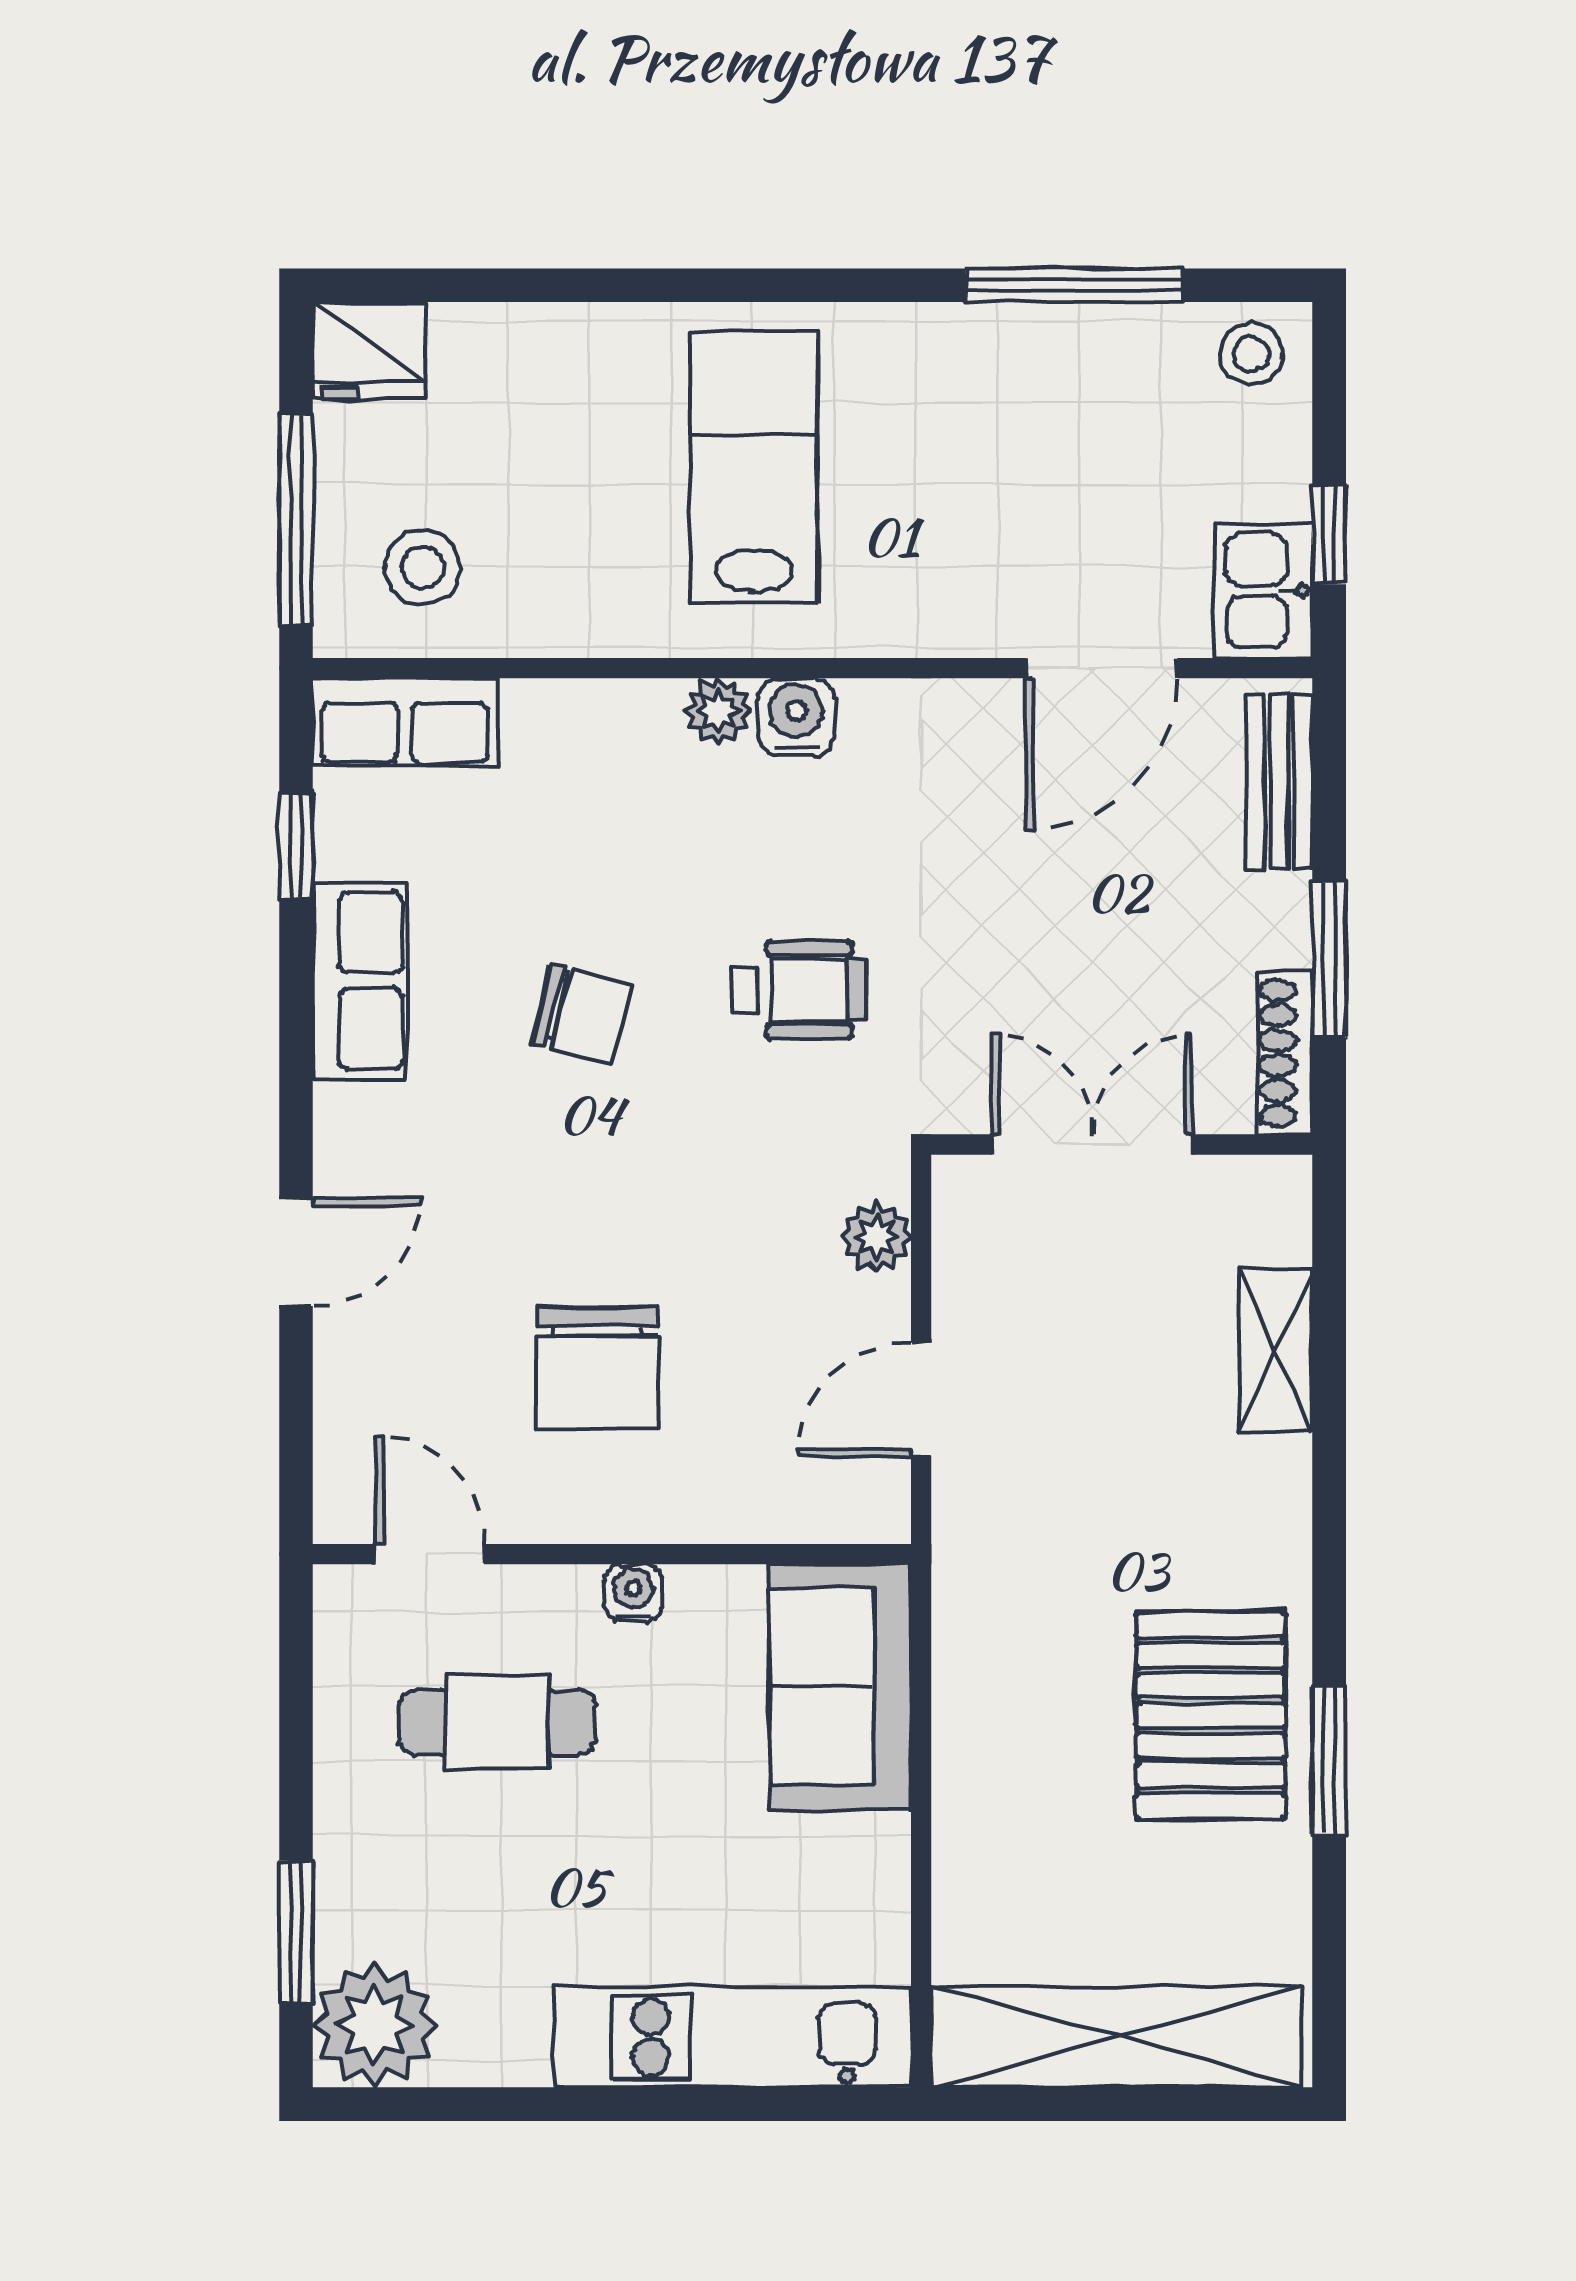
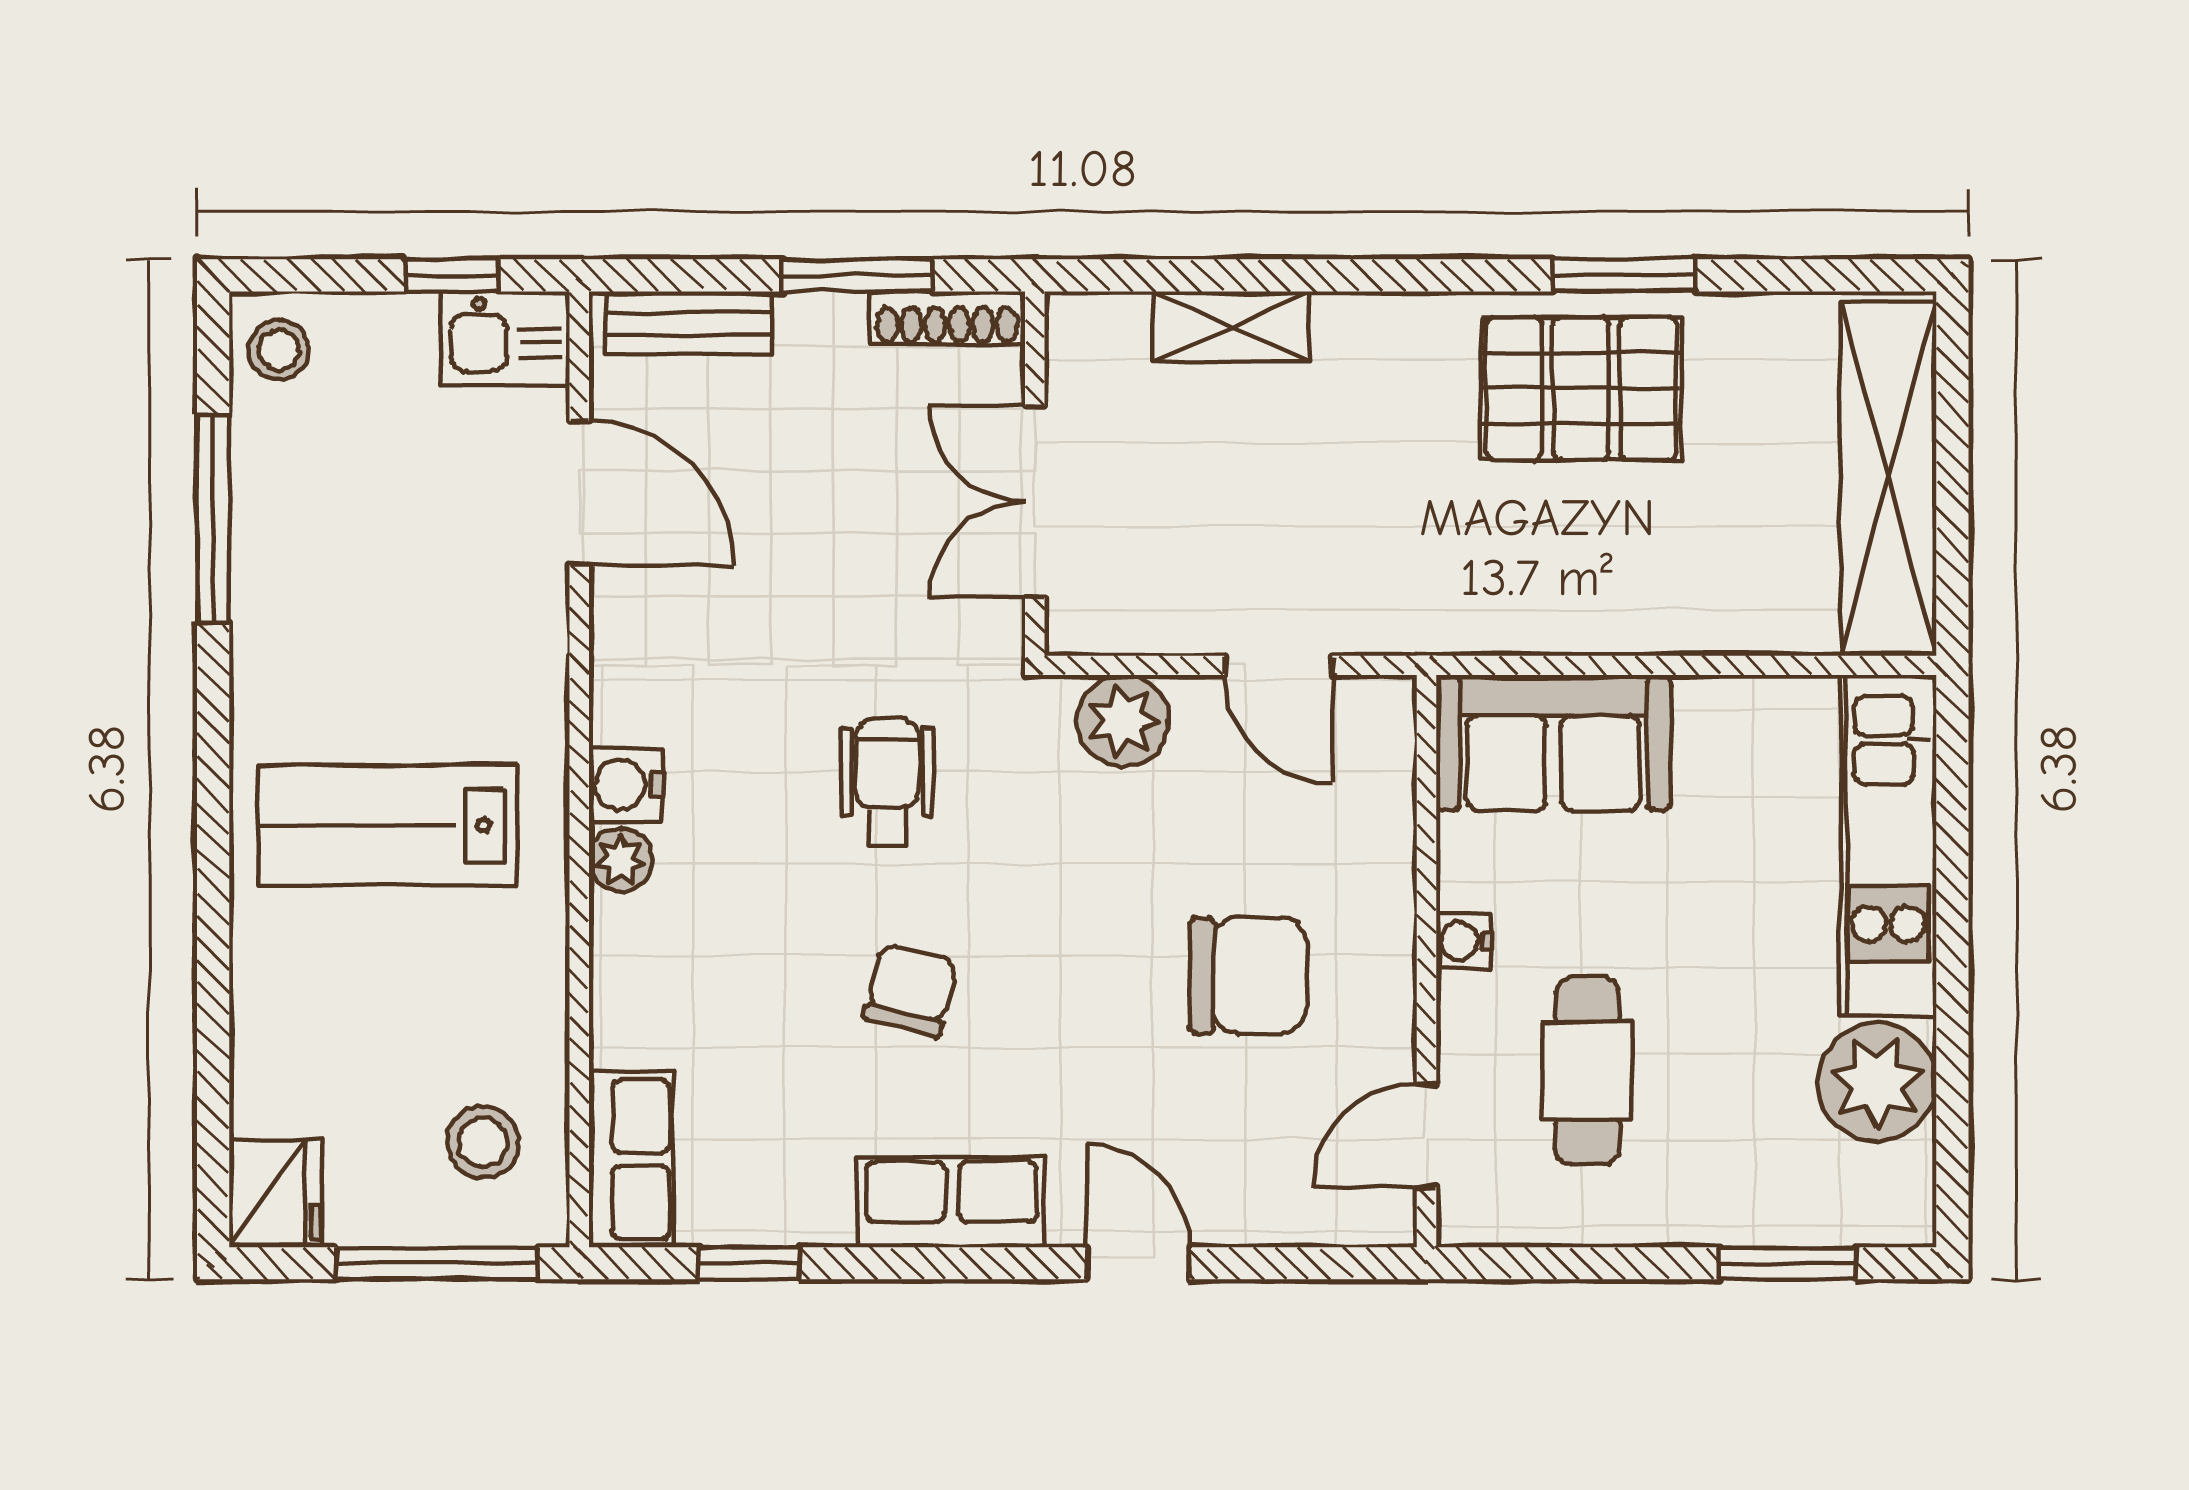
row of seats: (360, 981) -> (952, 1202), moved
plant: (876, 1237) -> (1123, 721), width x1.38, depth x1.38
plant: (375, 2025) -> (1877, 1082), moved

